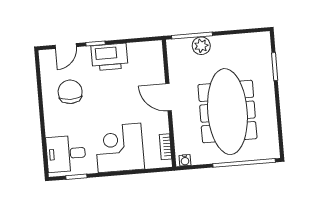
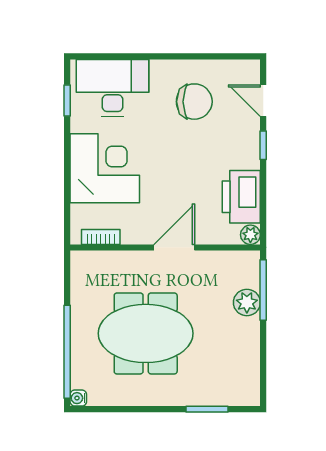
plant: (156, 47) -> (250, 235), added
printer: (109, 57) -> (241, 197), moved
meeting table: (227, 112) -> (146, 333), width x0.73
desk: (66, 154) -> (113, 88), width x1.37
water cooler: (185, 160) -> (78, 398), moved

